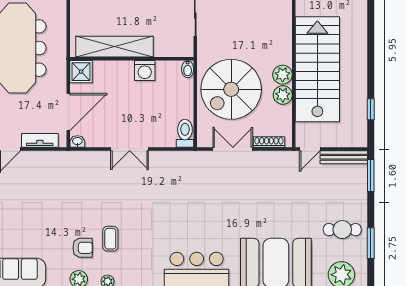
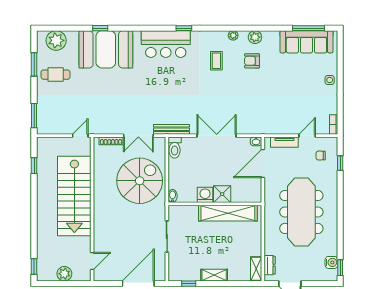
shower: (81, 72) -> (222, 194), moved
plant: (283, 75) -> (101, 192), removed
plant: (283, 95) -> (101, 176), removed
double door: (130, 149) -> (217, 136), width x1.37
bench: (344, 157) -> (172, 129), moved
coffee table: (110, 239) -> (216, 61), moved

